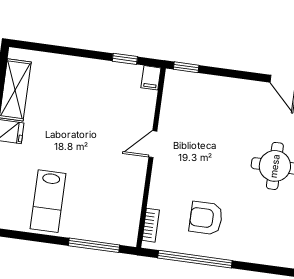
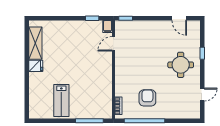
door: (153, 144) -> (113, 44), moved
armchair: (206, 218) -> (147, 98), turned 90

